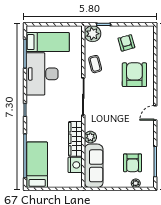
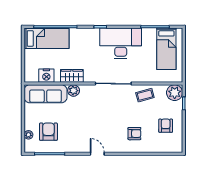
armchair: (126, 43) -> (166, 126), turned -74
desk: (42, 74) -> (121, 43), moved
armchair: (134, 75) -> (134, 134), width x0.53, depth x0.53
wardrobe: (75, 139) -> (72, 76), width x0.67
armchair: (133, 163) -> (48, 132), turned 90

